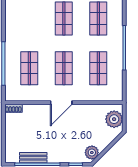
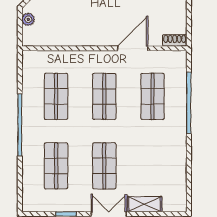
door: (61, 103) -> (133, 48), moved
plant: (114, 119) -> (28, 19), width x0.53, depth x0.53

